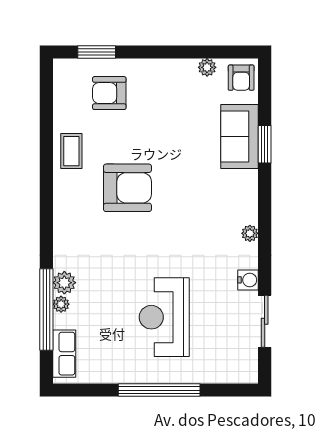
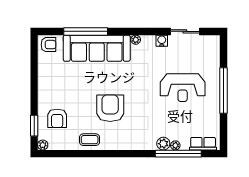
plant: (207, 67) -> (43, 145), moved
sofa: (240, 136) -> (97, 48), width x1.85, depth x1.27
window: (265, 144) -> (86, 31), width x2.11

